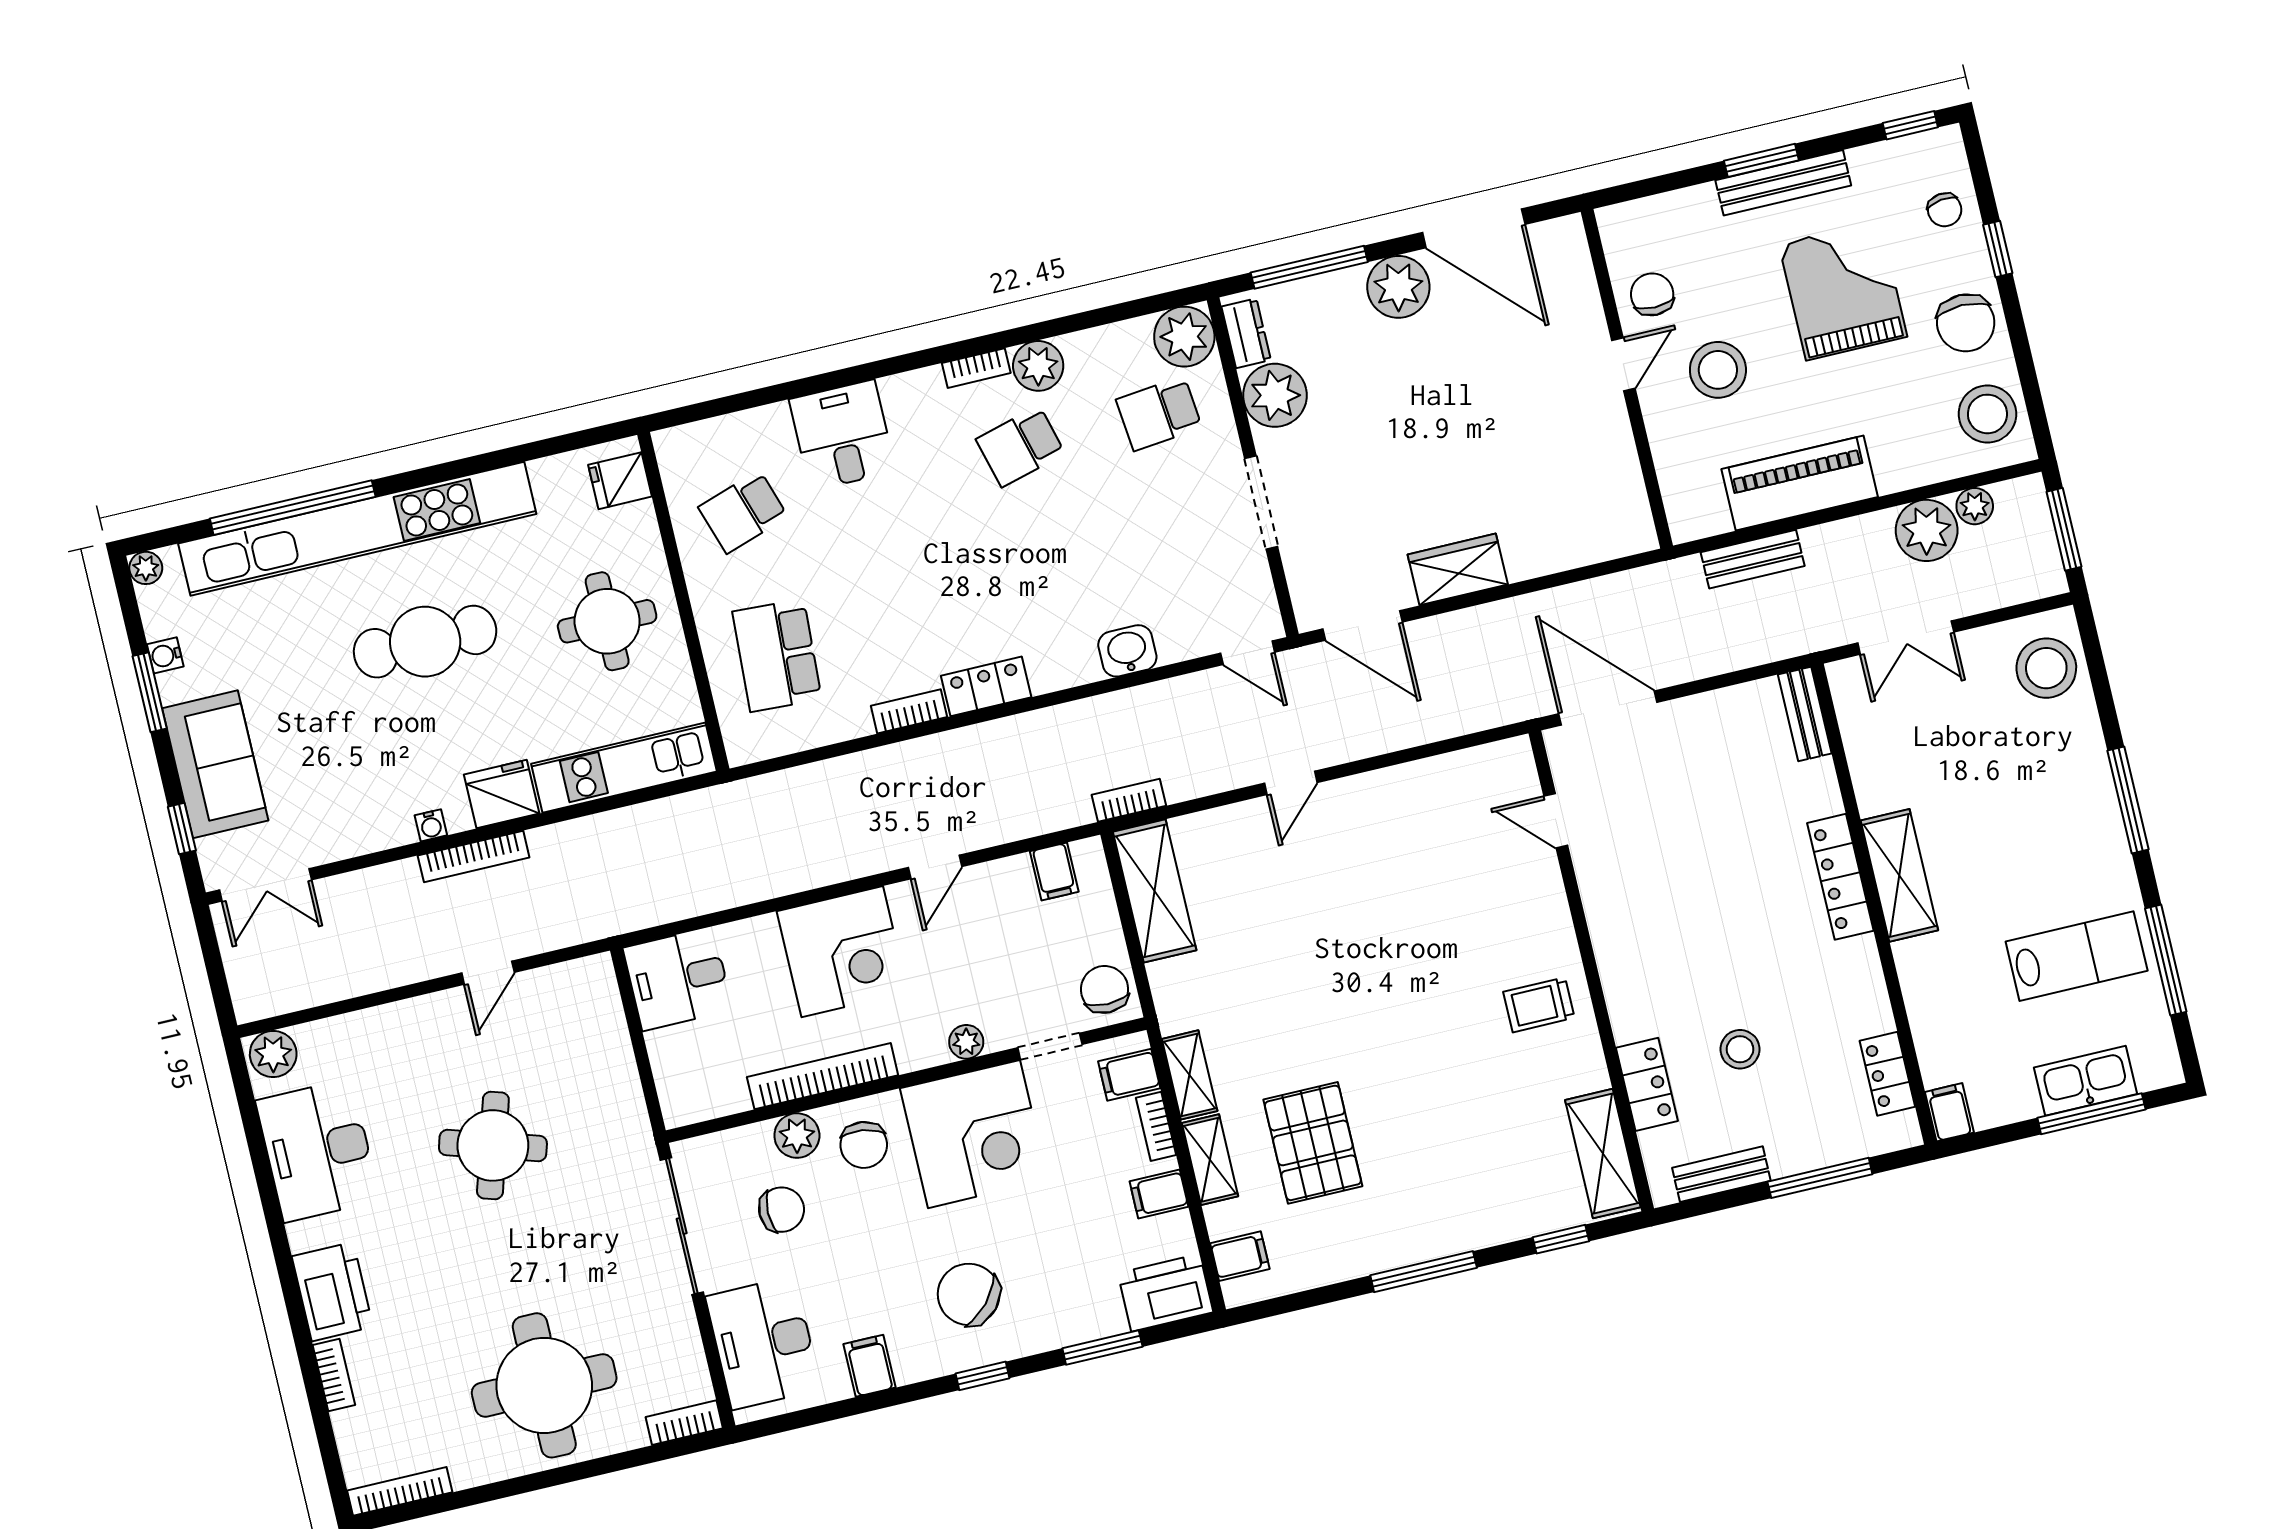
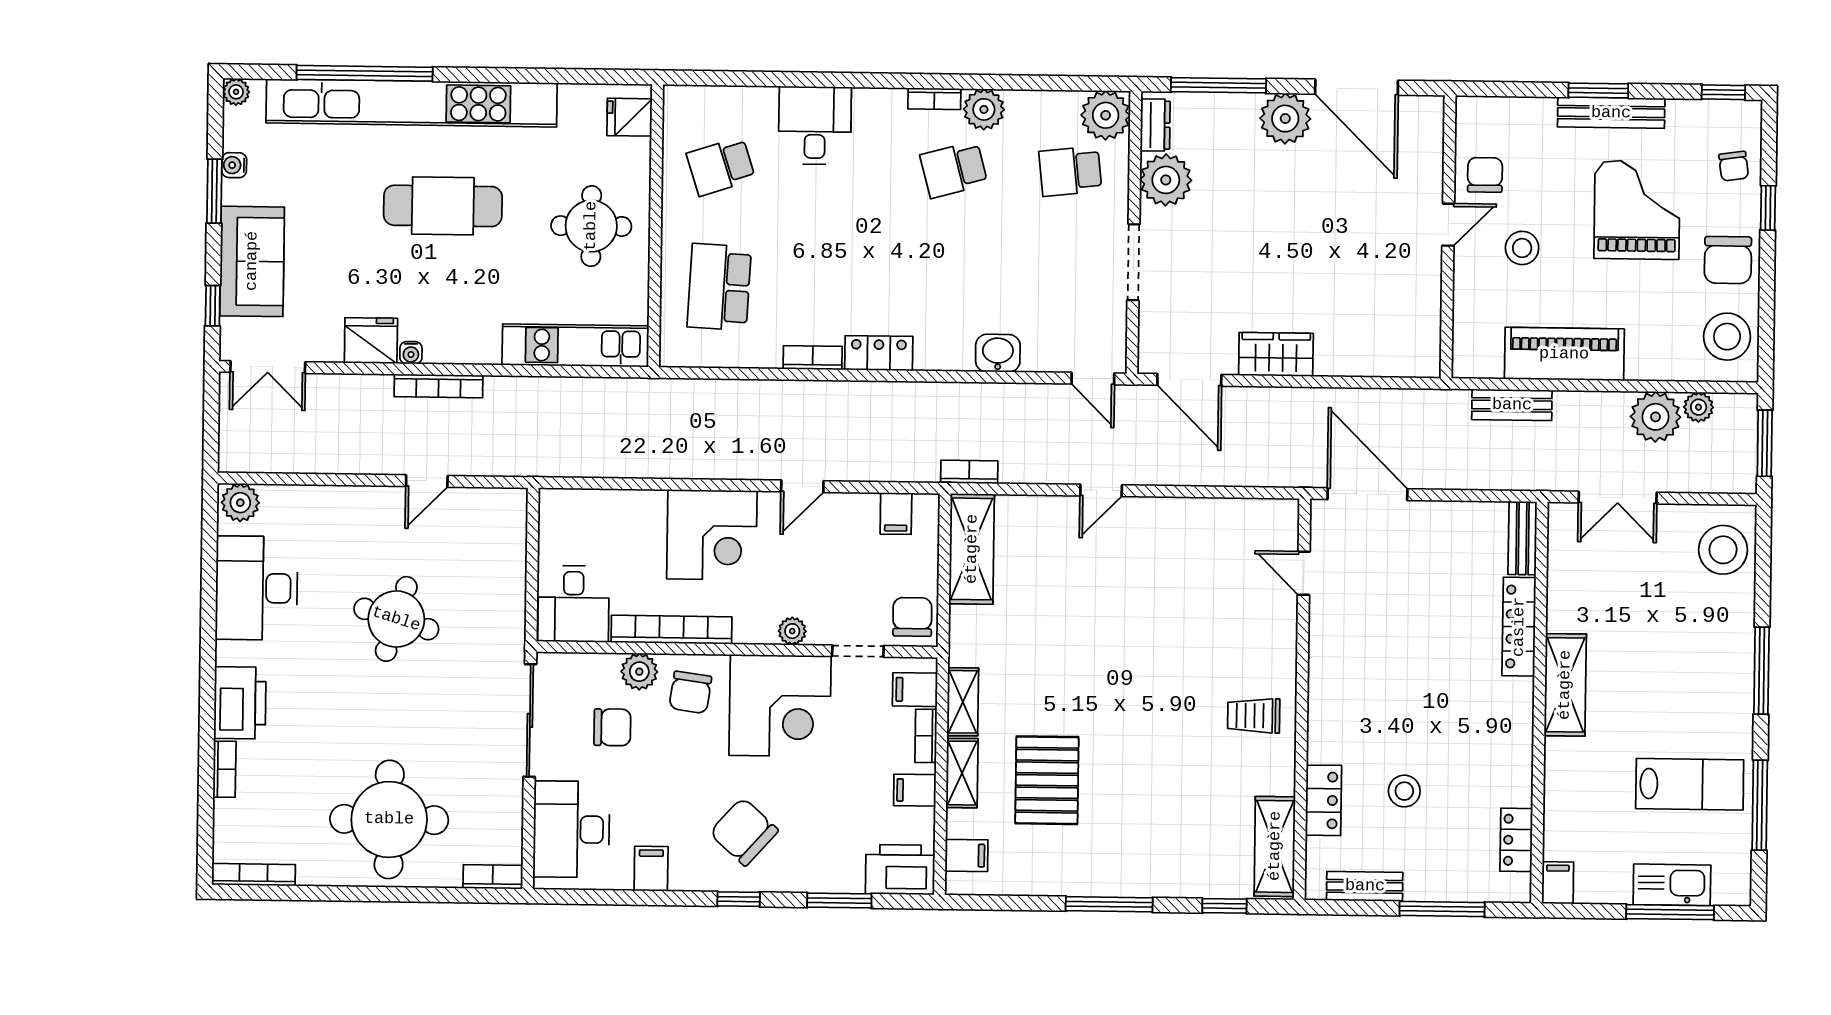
stool: (1718, 370) -> (1522, 248), width x0.73, depth x0.73
fridge: (502, 794) -> (371, 341), moved
locker: (1840, 877) -> (1519, 627), moved
desk: (678, 979) -> (573, 604), moved, turned -90

